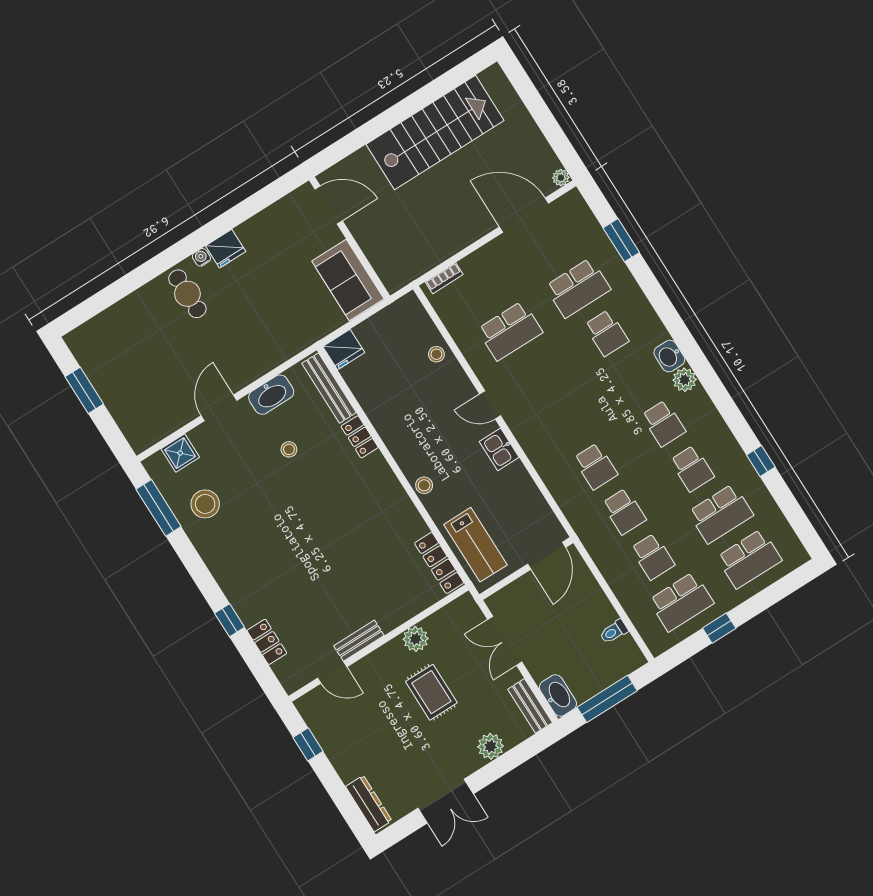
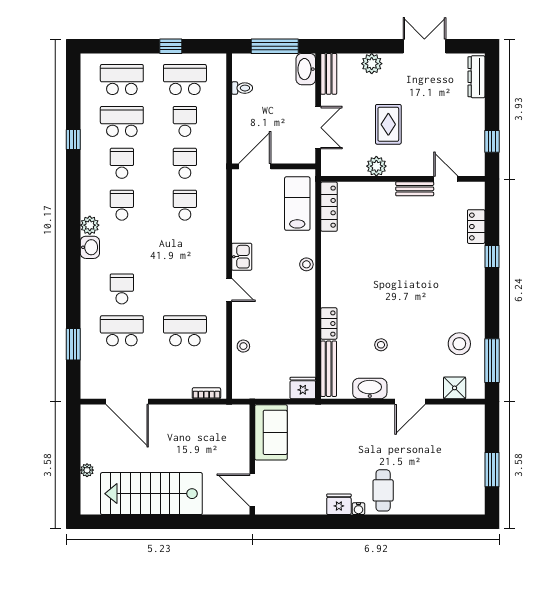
plant: (561, 178) -> (87, 470), moved

